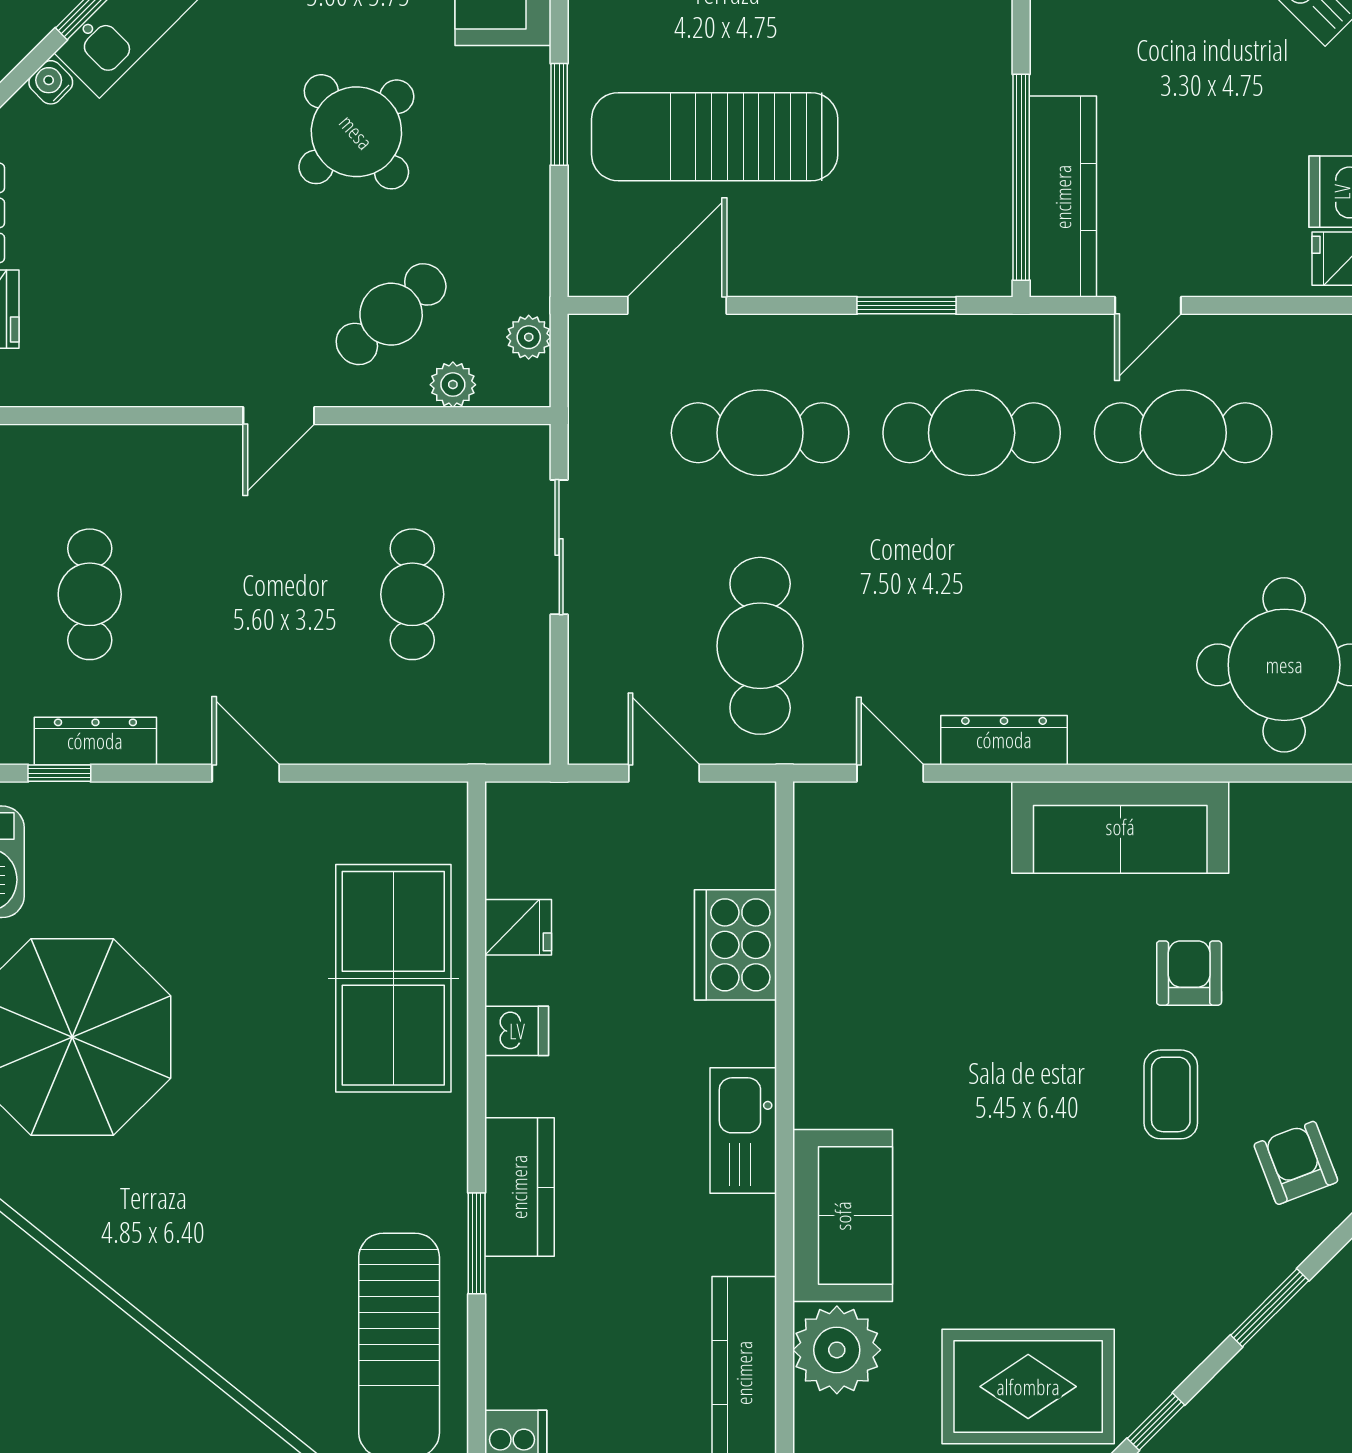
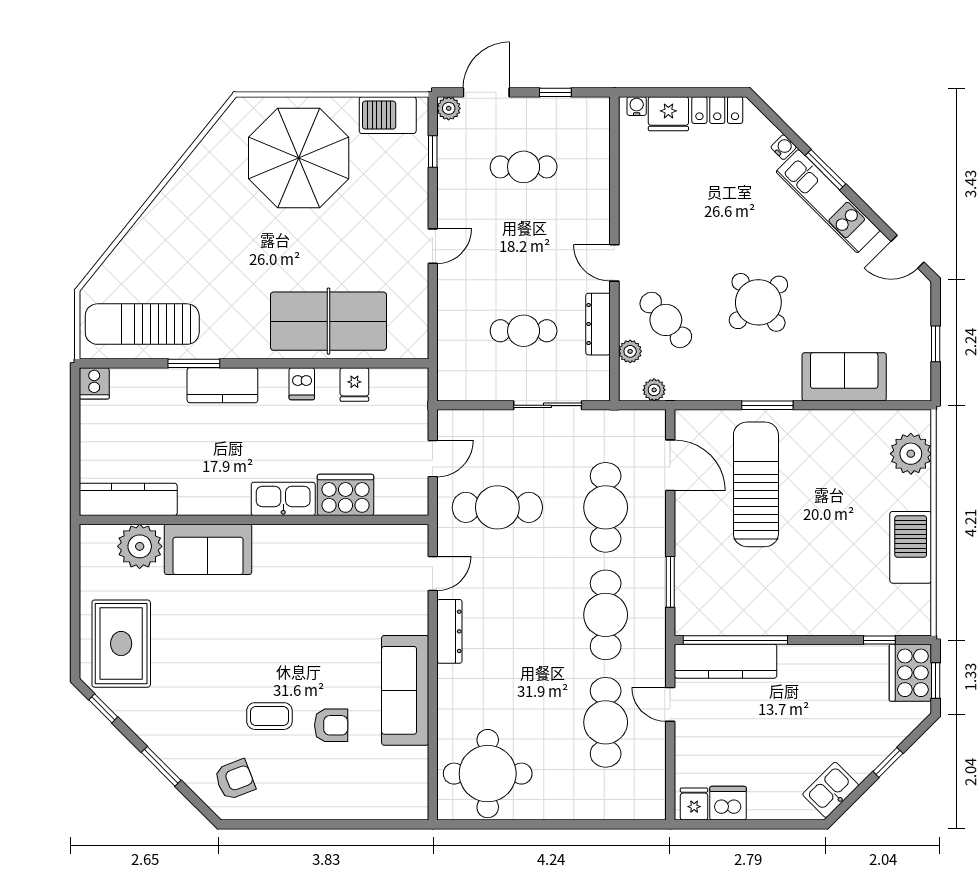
dresser: (95, 741) -> (598, 324), moved, turned 180
kitchen sink: (743, 1130) -> (283, 499), moved

